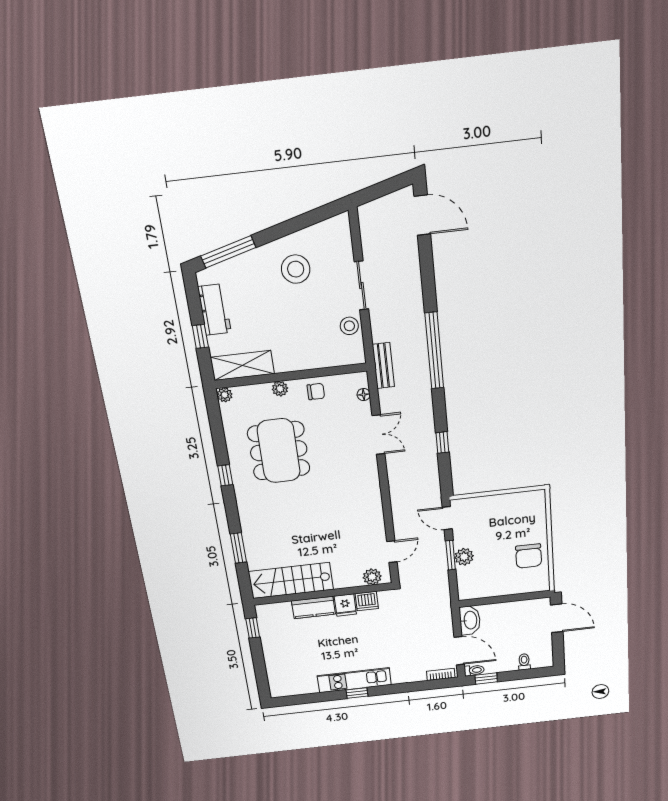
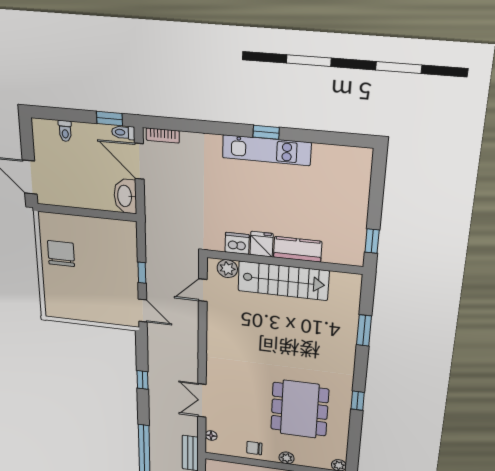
window: (451, 555) -> (142, 273), width x0.67
plant: (464, 557) -> (128, 268), removed
stairs: (291, 581) -> (283, 281), moved

